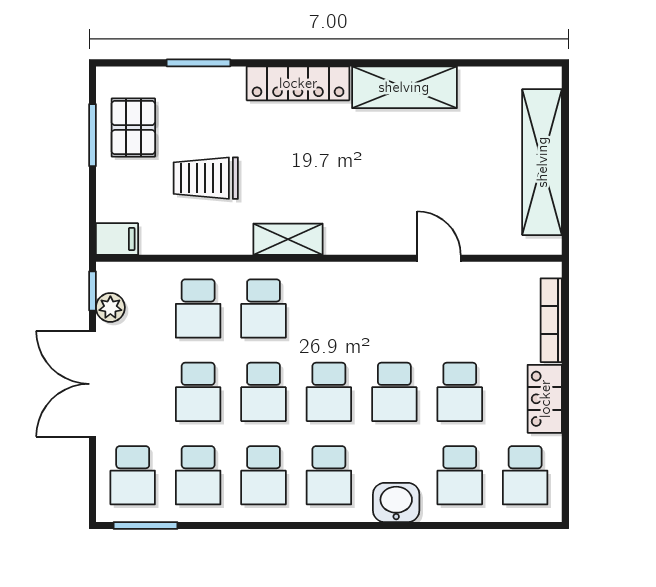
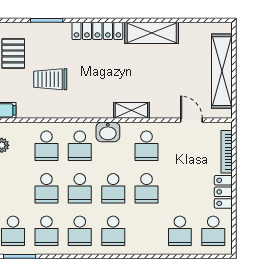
shelving: (288, 239) -> (131, 110), moved
door: (439, 258) -> (191, 120), moved
school desk: (460, 392) -> (147, 146), moved
washbasin: (396, 502) -> (108, 132), moved, turned 180

